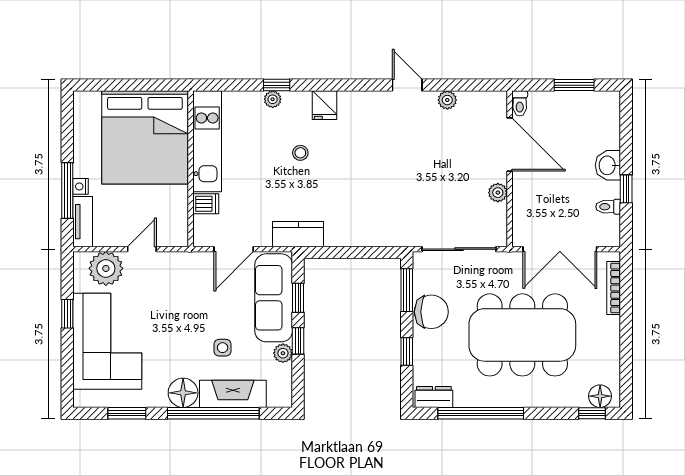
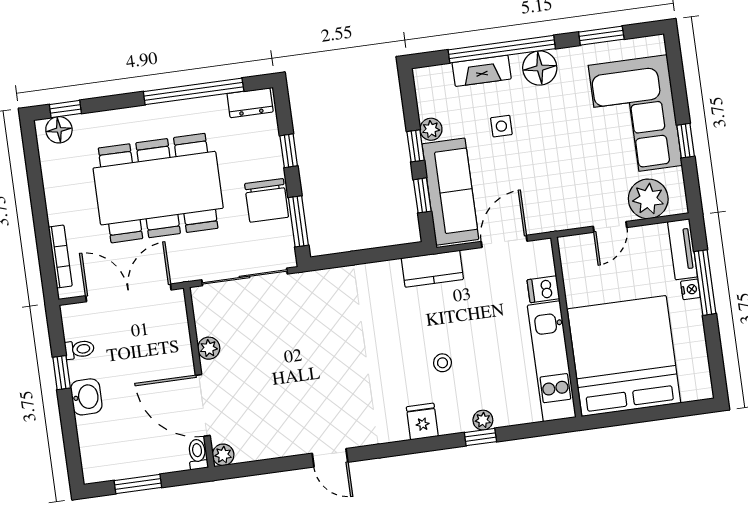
plant: (447, 100) -> (223, 455), moved
chair: (431, 312) -> (267, 200), turned -90
fireplace: (233, 394) -> (482, 71), width x0.73, depth x0.76

